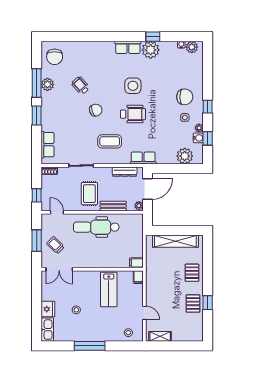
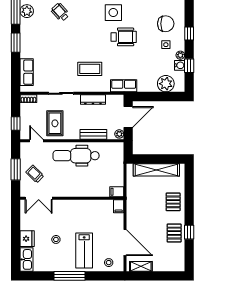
chair: (96, 110) -> (76, 37), removed
wheelchair: (133, 114) -> (124, 37), moved
dresser: (125, 172) -> (93, 100), moved
rug: (89, 194) -> (55, 123), moved
lab bench: (109, 290) -> (84, 251), moved
door: (144, 313) -> (125, 243), width x1.88

